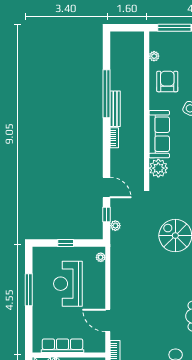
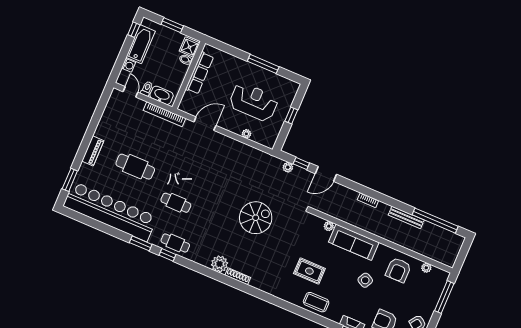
armchair: (167, 81) -> (398, 270), turned 90
window: (107, 94) -> (435, 221), moved
bench: (115, 109) -> (406, 217), moved
plant: (158, 168) -> (329, 226), width x0.53, depth x0.53
plant: (101, 257) -> (246, 134), moved

